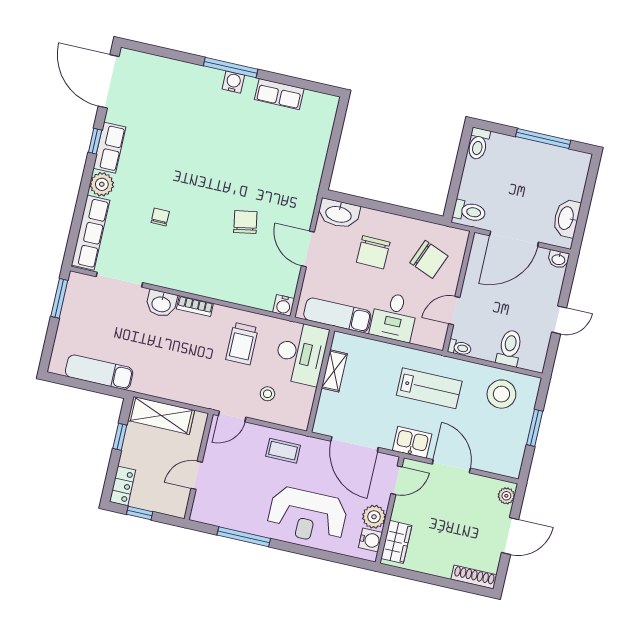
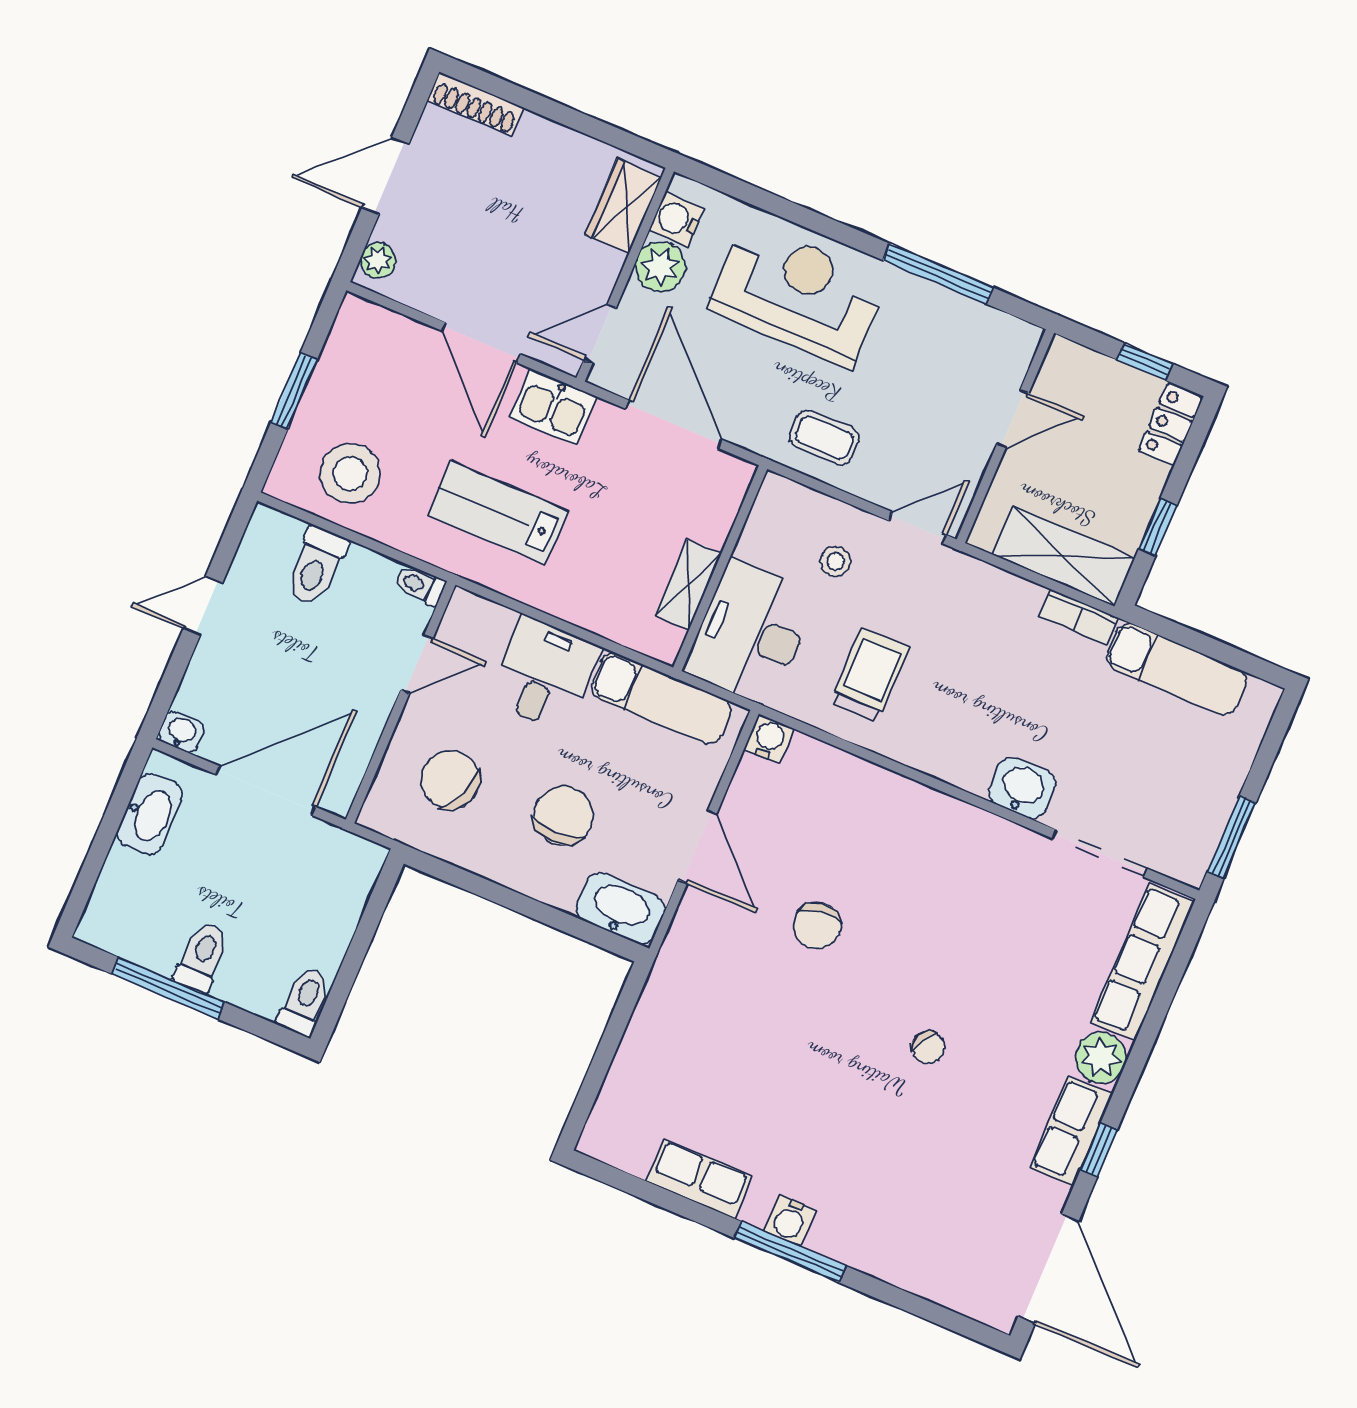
toilet: (469, 211) -> (202, 957), moved, turned 90
chair: (160, 217) -> (929, 1047), moved, turned -60
bookcase: (195, 306) -> (1079, 617), moved, turned 180

